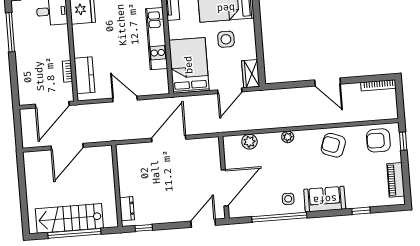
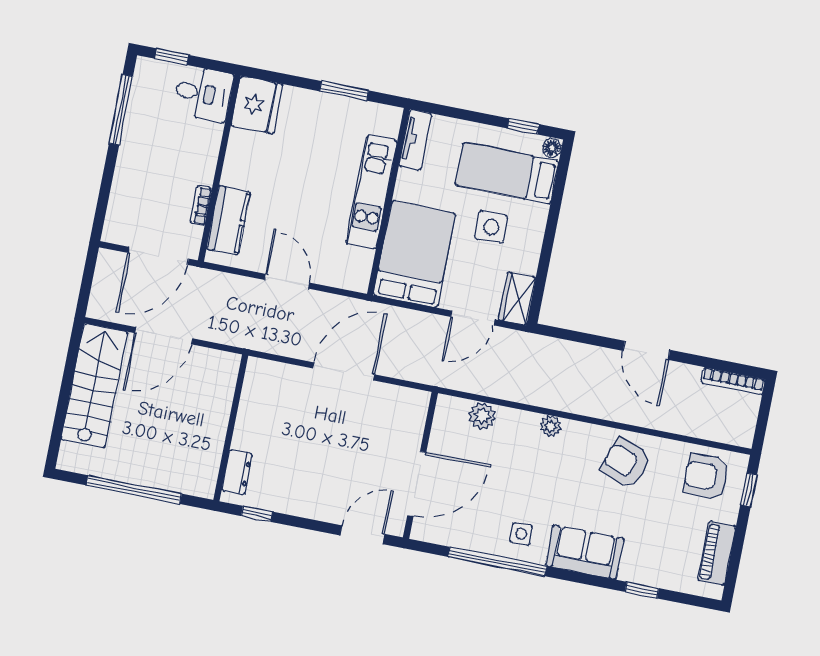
stairs: (69, 218) -> (94, 386), moved, turned 90

